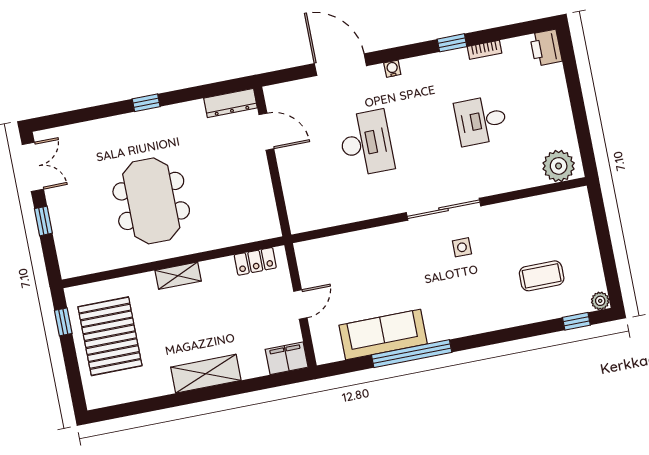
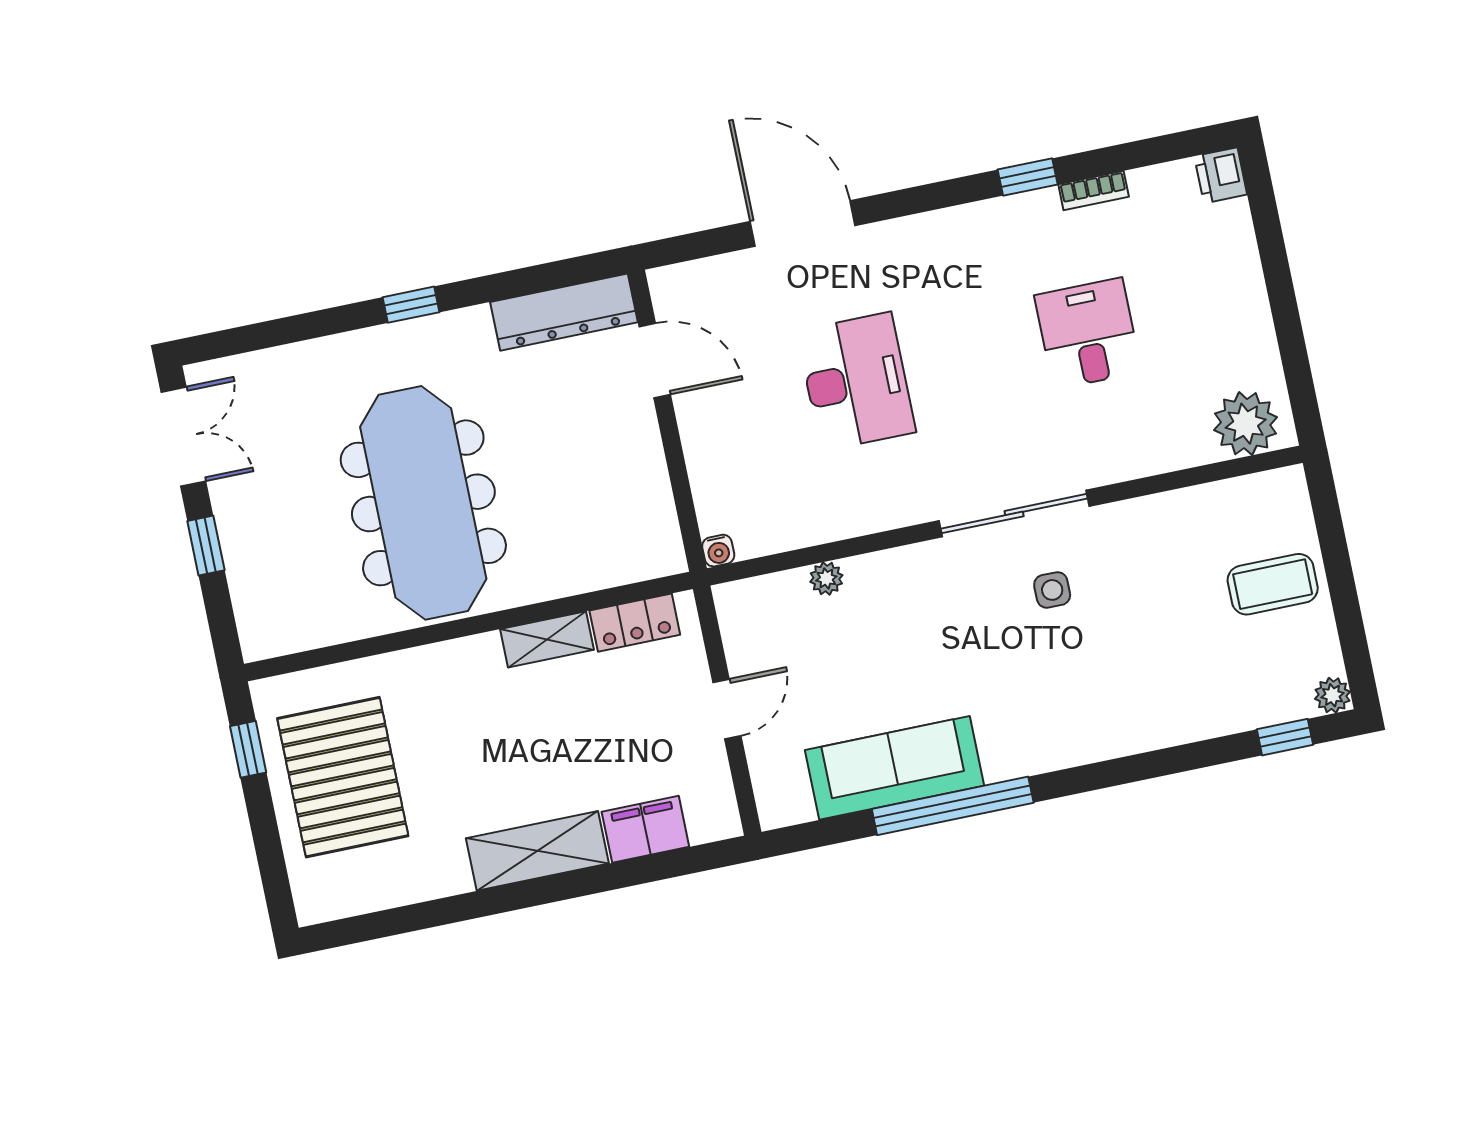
printer: (546, 48) -> (1221, 175), width x0.73, depth x0.81
water cooler: (392, 69) -> (718, 551), moved, turned 180
dresser: (230, 103) -> (564, 312), width x1.37, depth x1.24
desk: (481, 121) -> (1088, 334), turned 90
meeting table: (151, 201) -> (423, 503), width x1.36
plant: (350, 240) -> (826, 578), added
shelving: (178, 276) -> (547, 639), moved
coffee table: (542, 276) -> (1273, 584), moved
filing cabinet: (287, 358) -> (645, 829), moved

